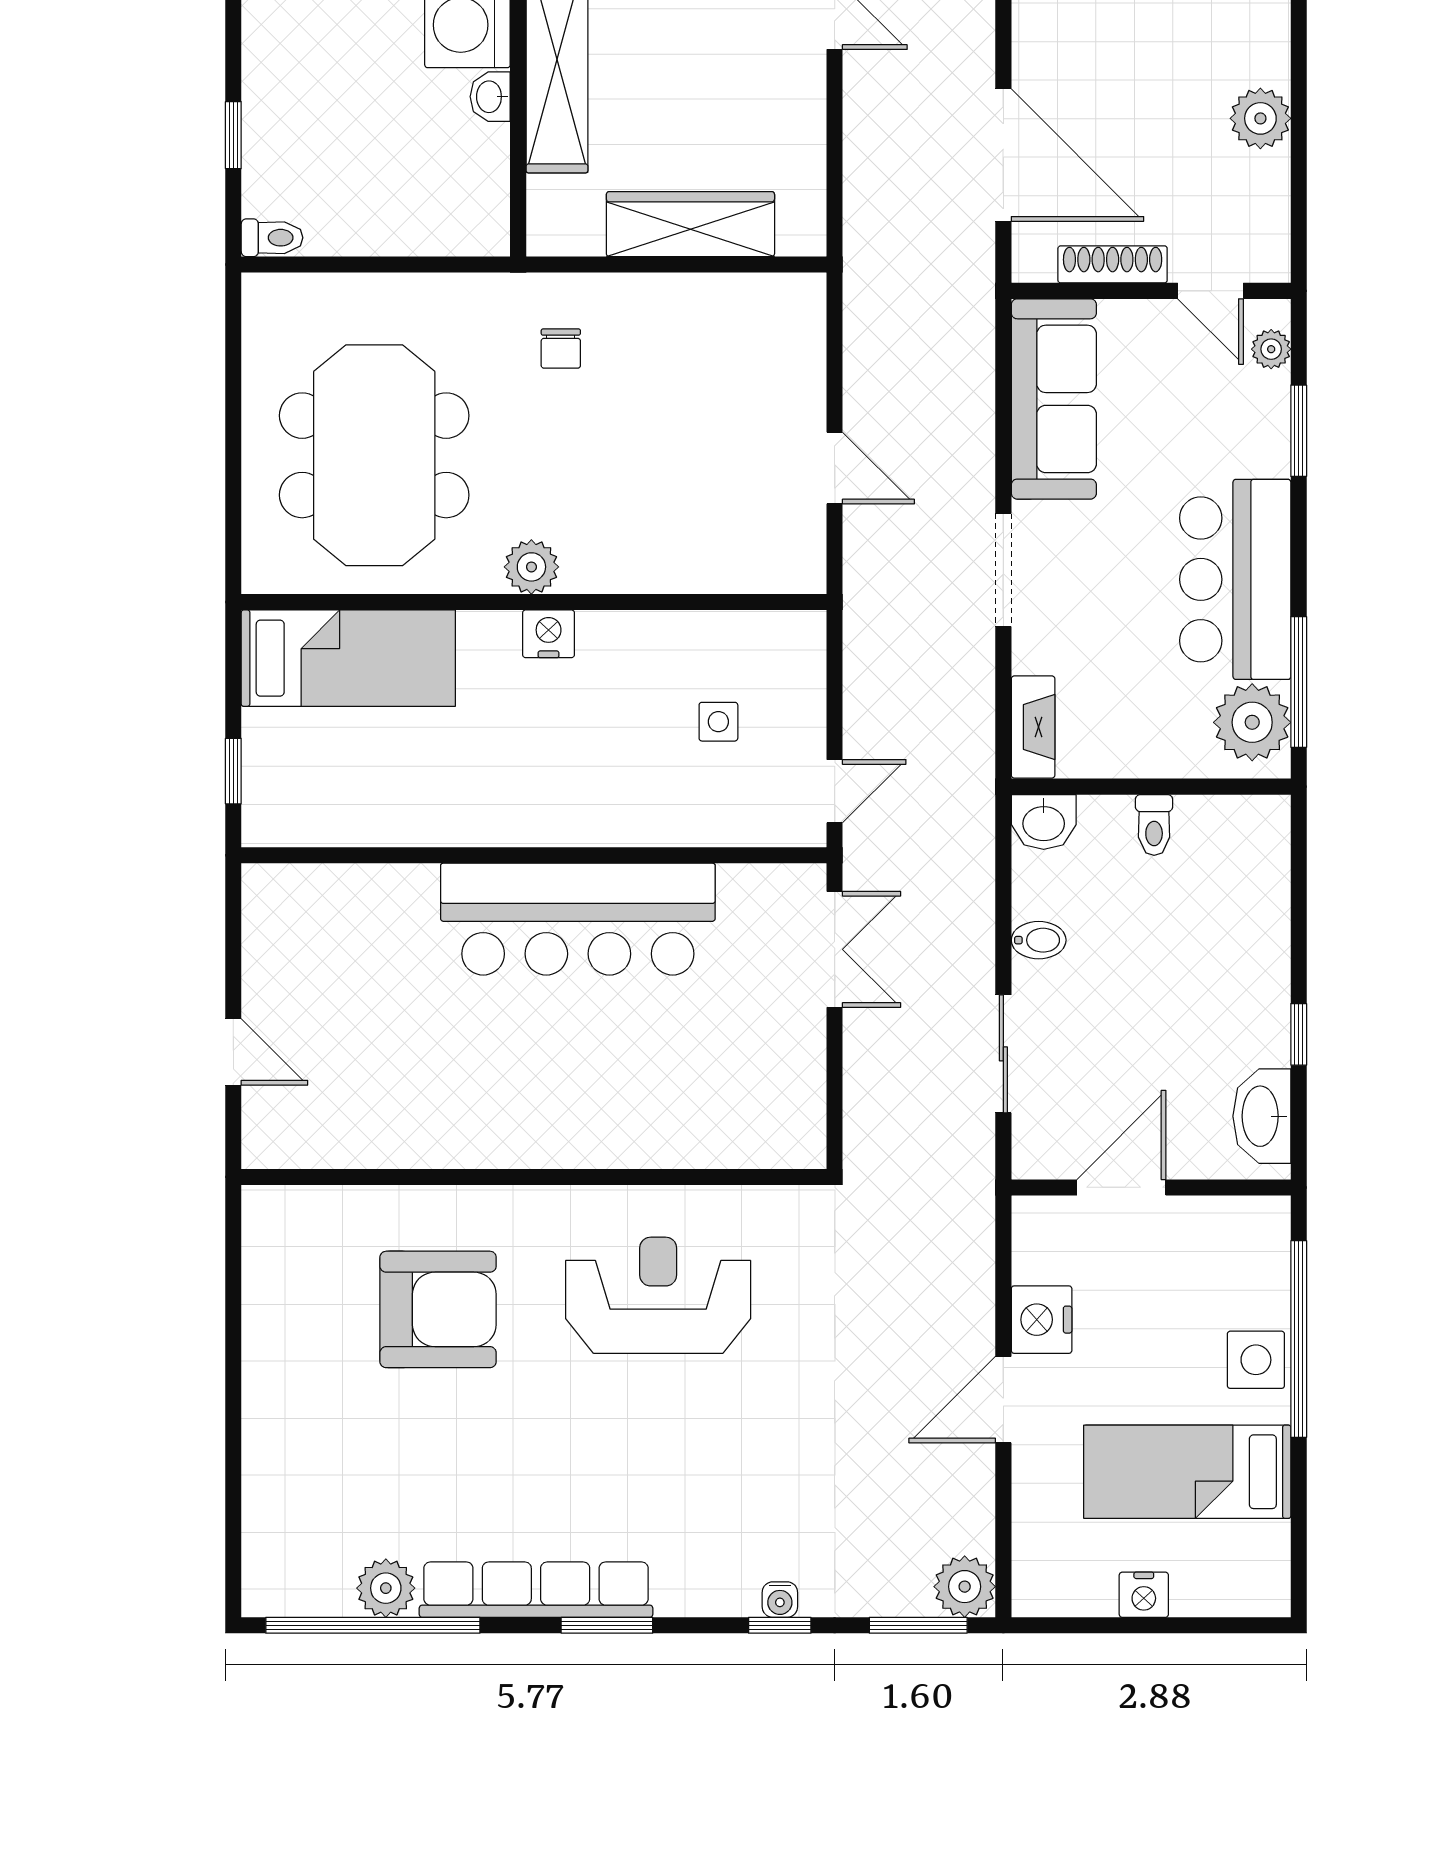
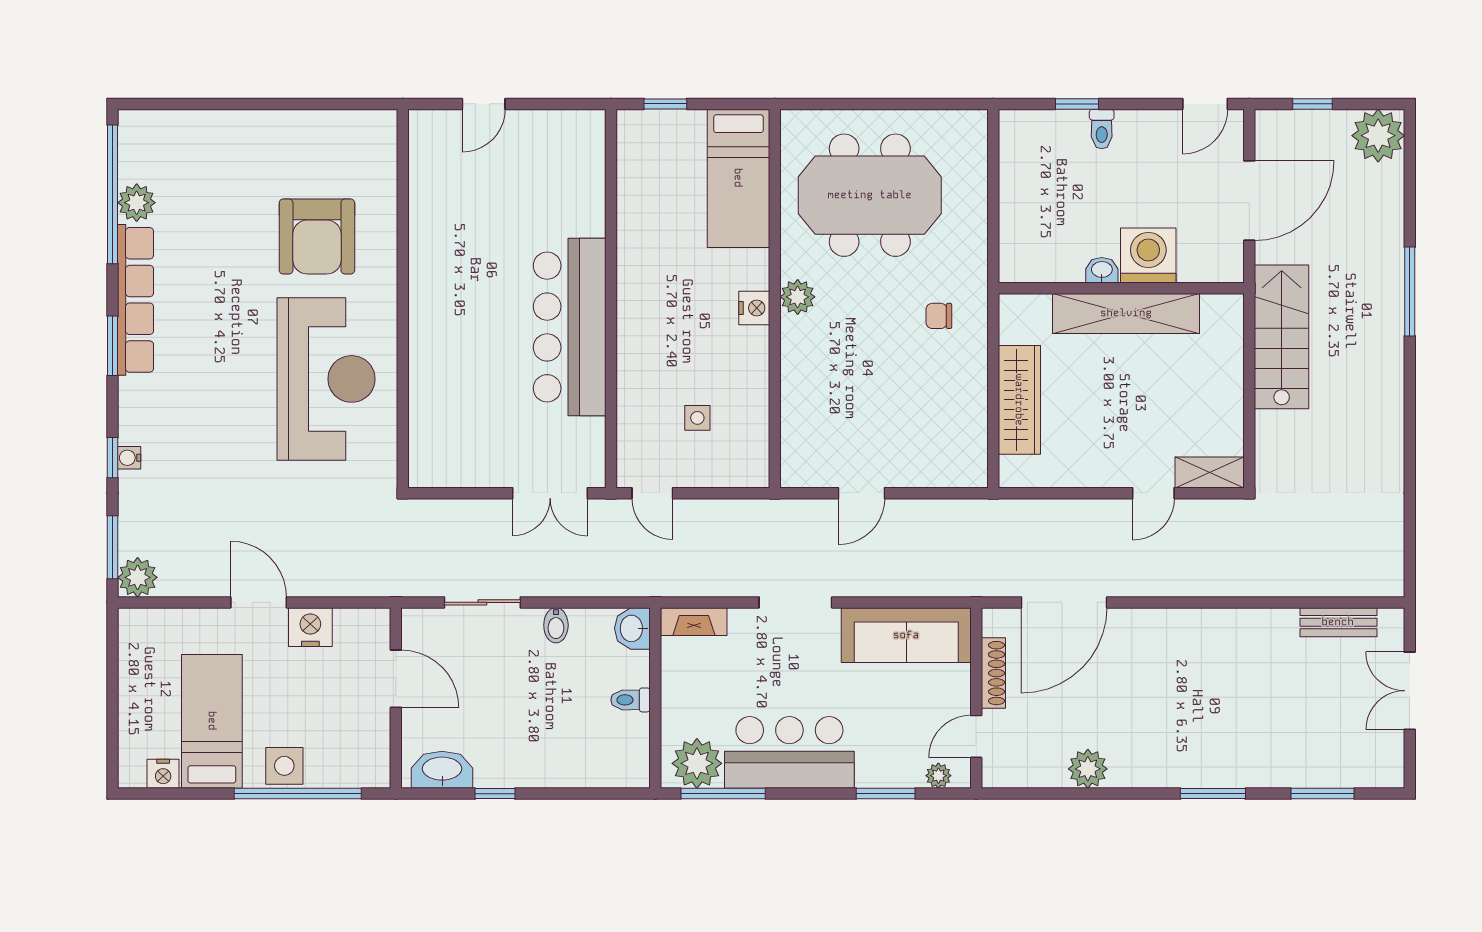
toilet: (272, 238) -> (1102, 129), moved
reception desk: (658, 1295) -> (326, 379), width x1.36, depth x1.30
nightstand: (1144, 1595) -> (163, 774), moved, turned -90

